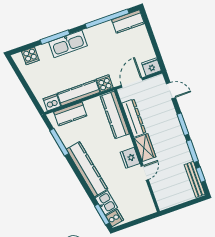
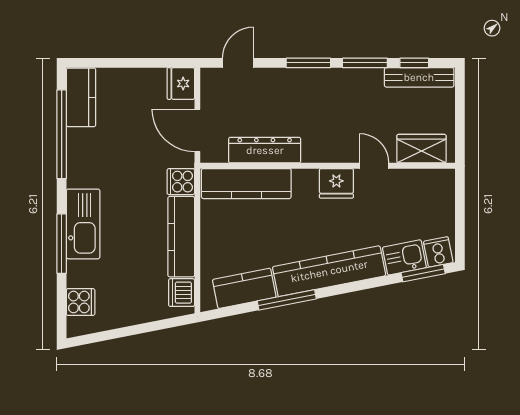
kitchen counter: (70, 114) -> (244, 288), moved, turned -101
window: (59, 142) -> (287, 300), moved
wardrobe: (145, 148) -> (421, 149), moved

